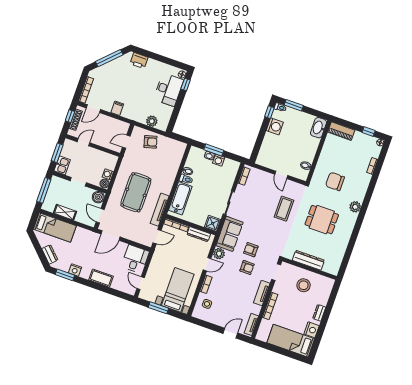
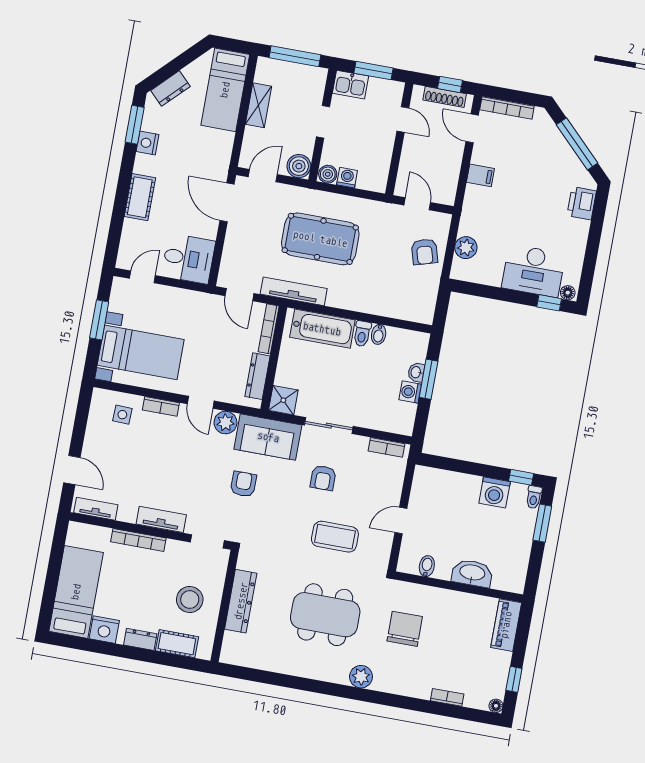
washbasin: (318, 128) -> (472, 573), moved
dining table: (322, 220) -> (325, 615), width x1.38
armchair: (247, 267) -> (323, 478), moved
cot: (324, 295) -> (177, 644), added

